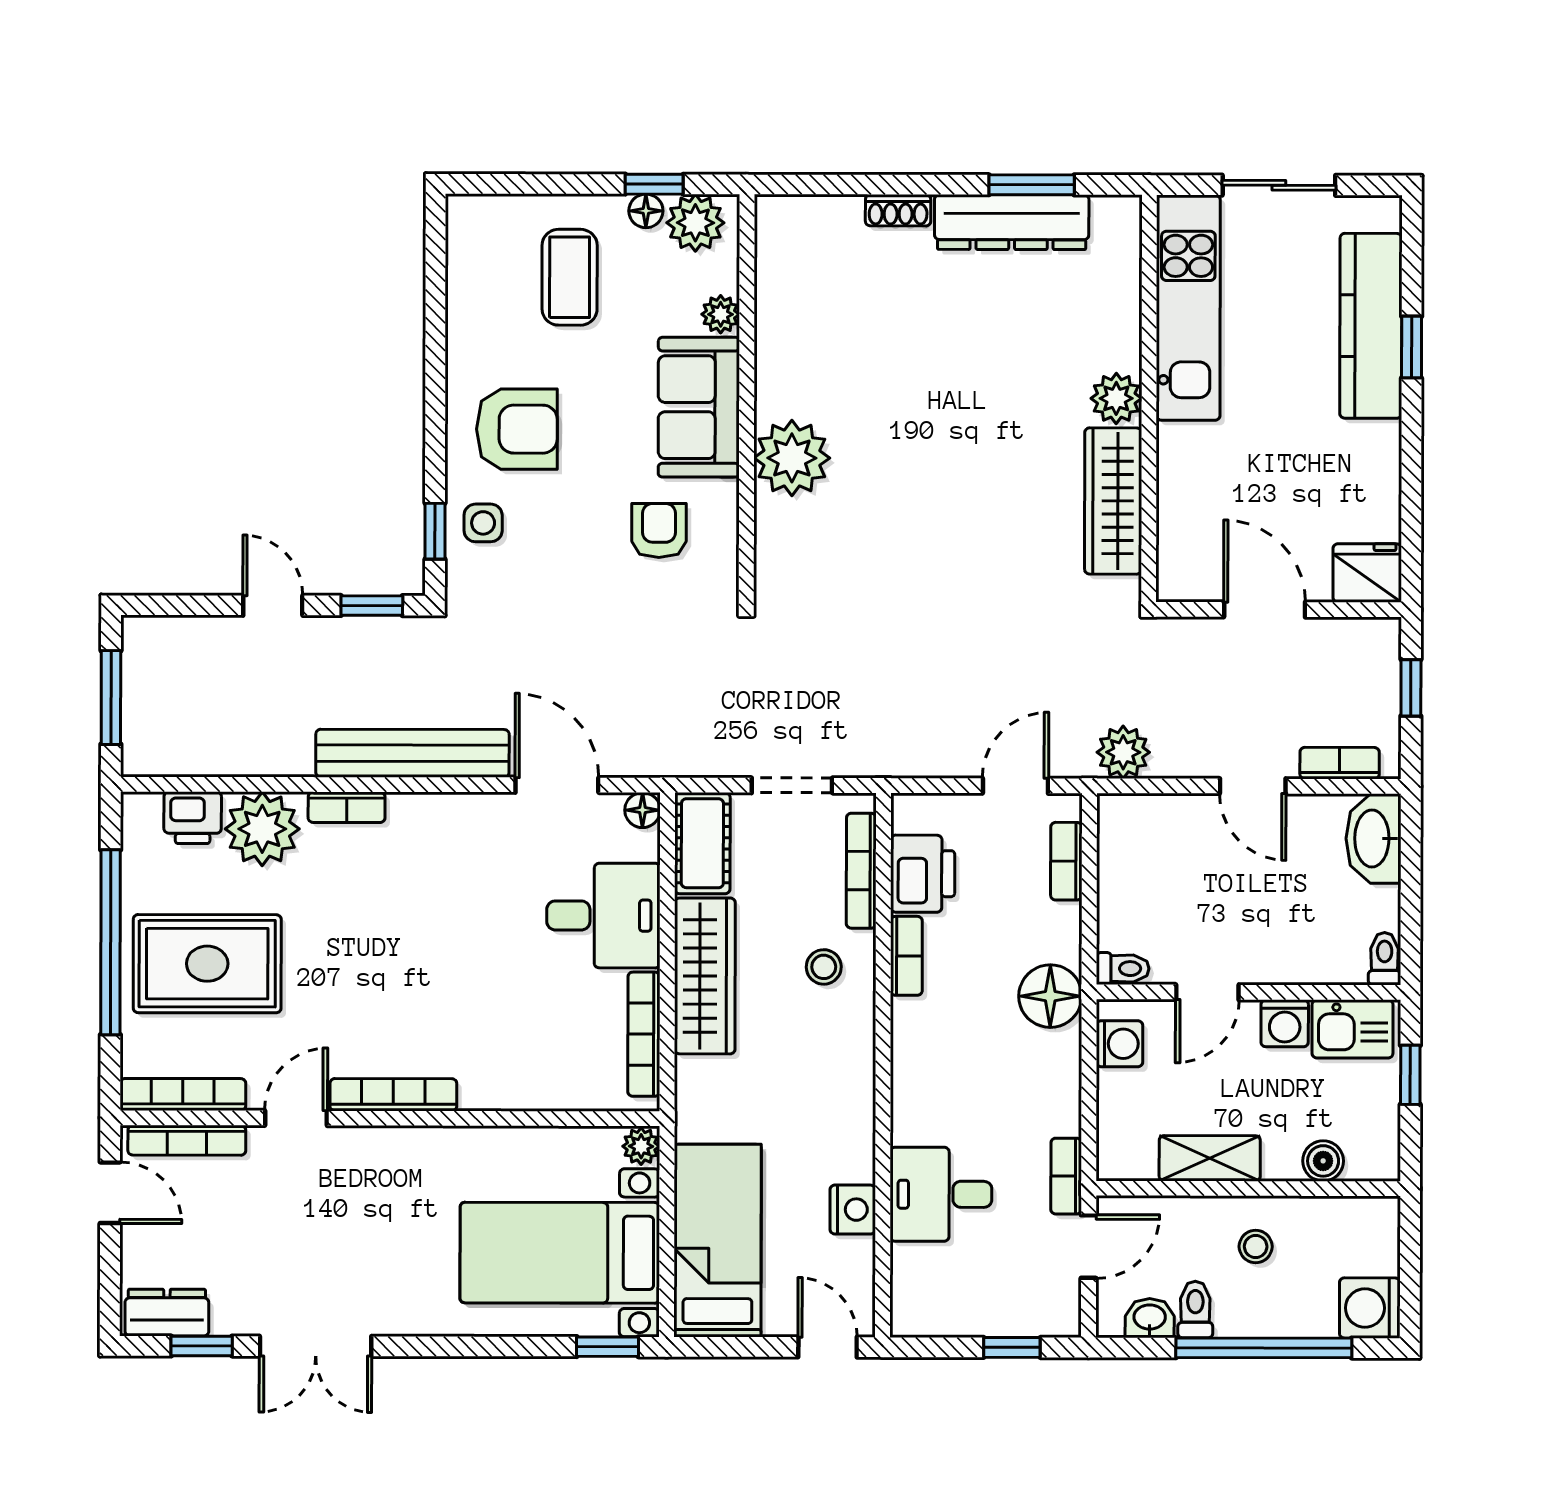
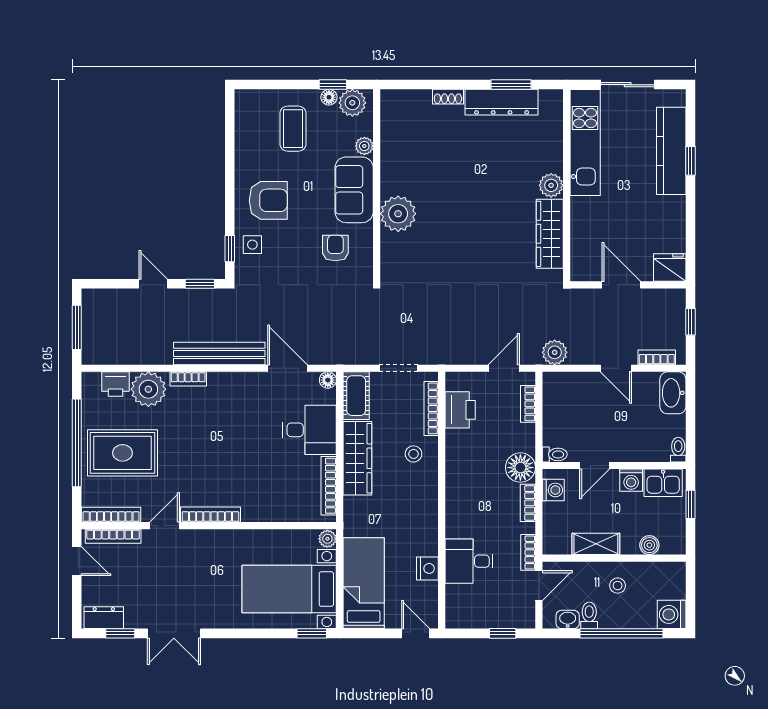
bookcase: (906, 956) -> (528, 503), moved, turned 180

